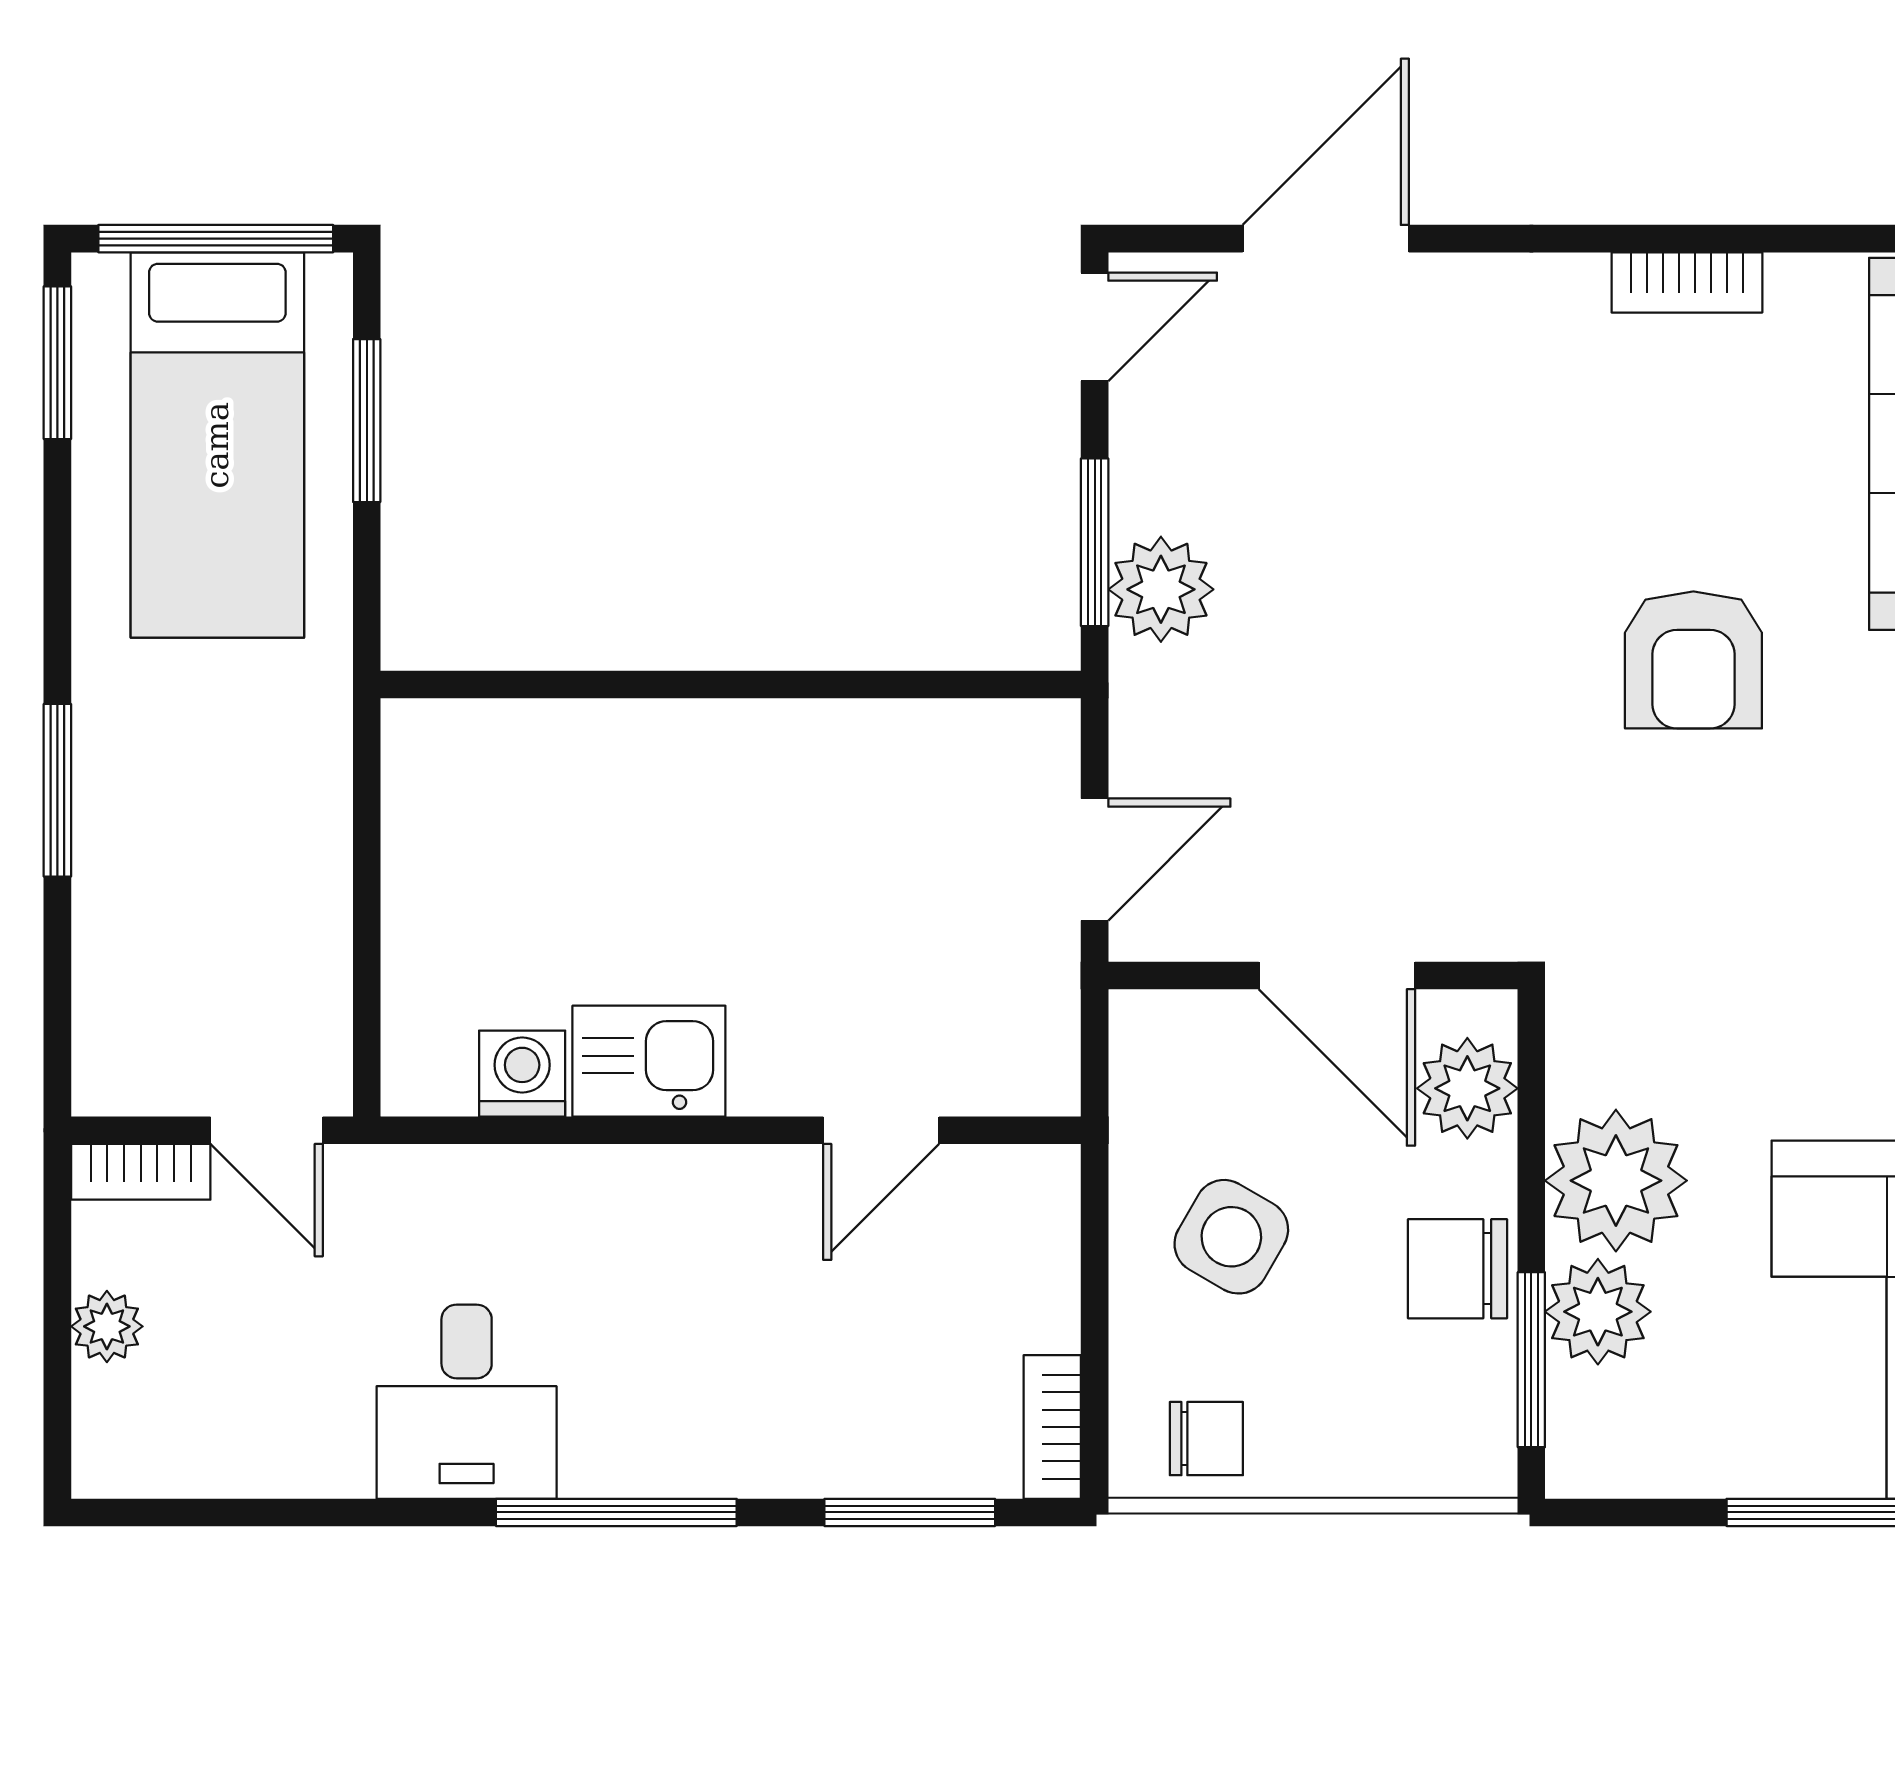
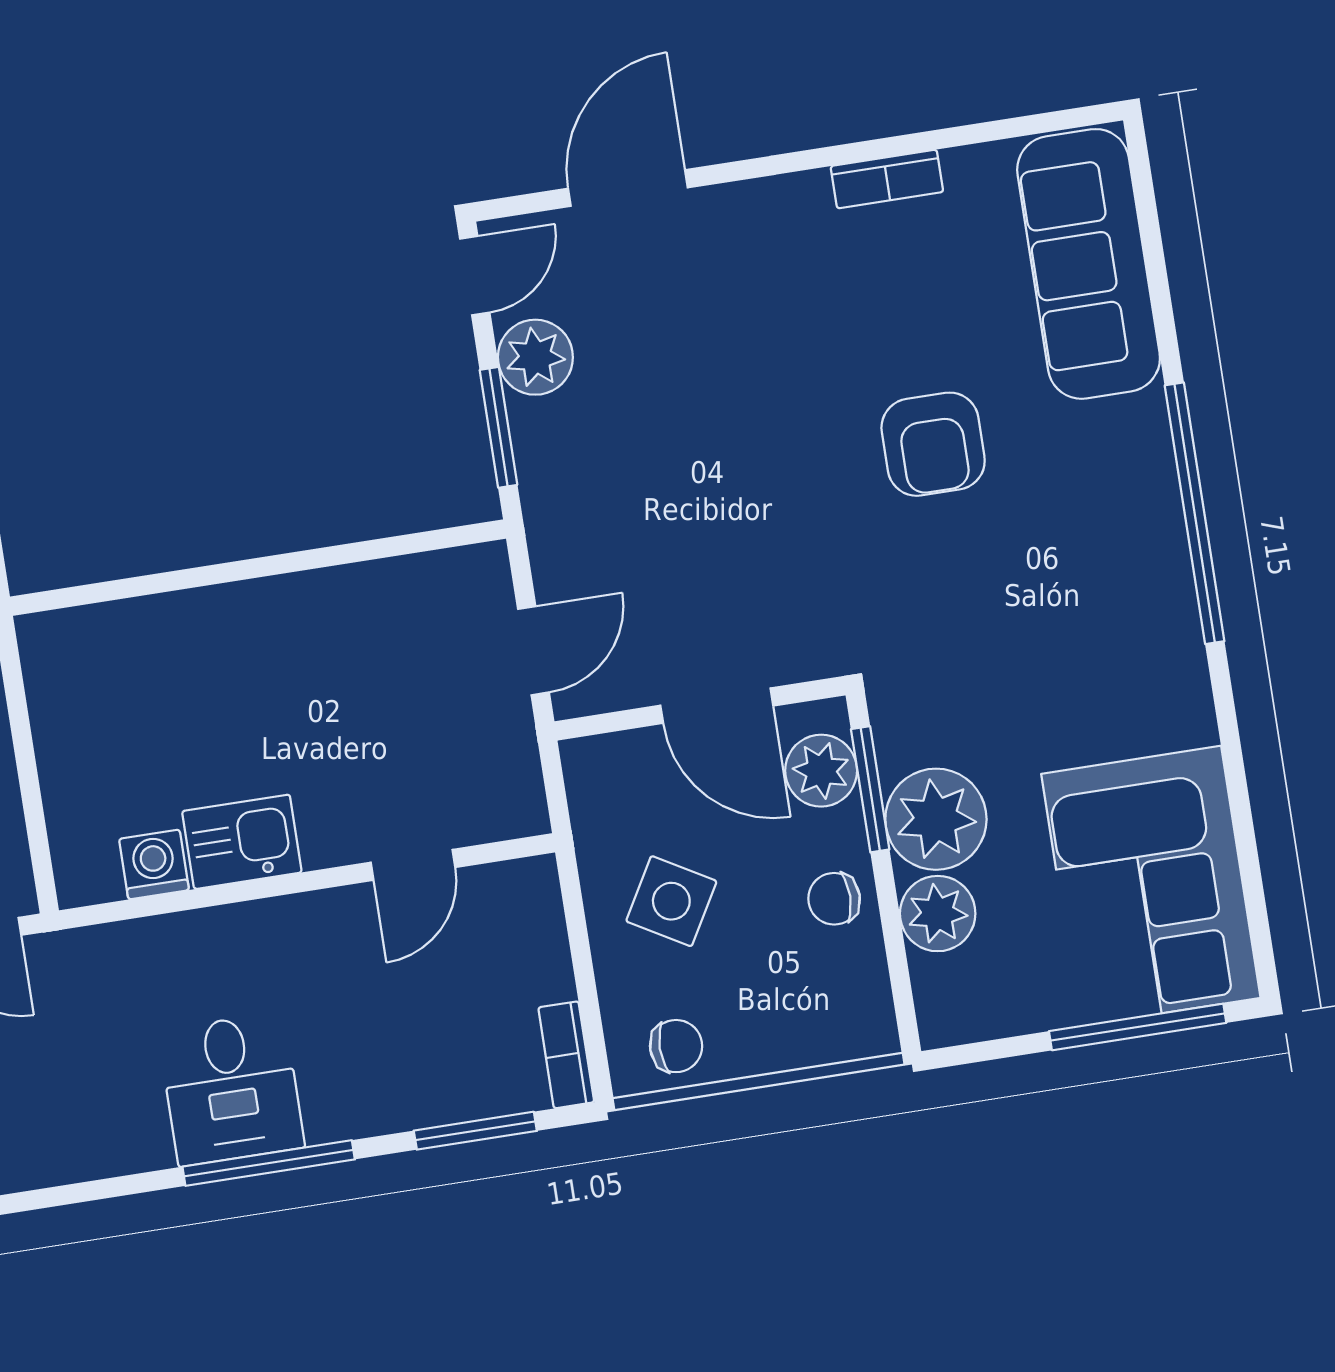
plant: (1161, 589) -> (535, 357), moved
chair: (1457, 1269) -> (834, 899), width x0.73, depth x0.73
window: (1531, 1360) -> (870, 789), moved
desk: (467, 1402) -> (231, 1089), moved

